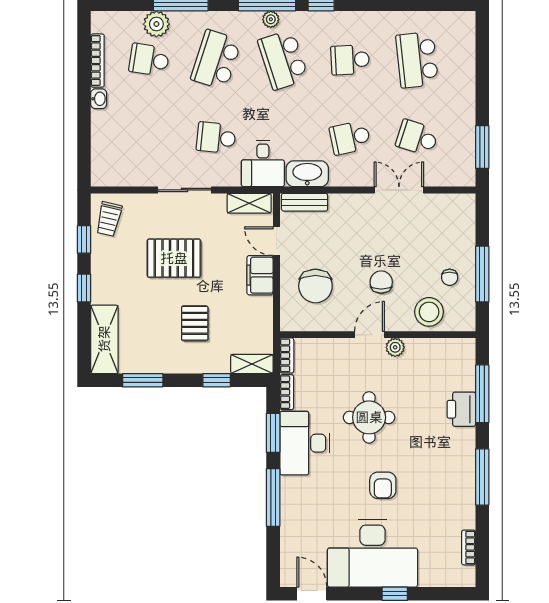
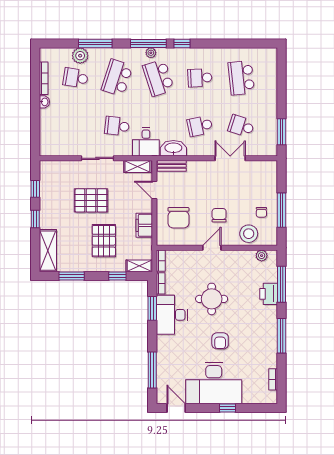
trolley: (109, 219) -> (51, 176), removed
filing cabinet: (260, 275) -> (144, 225), moved
pallet: (195, 323) -> (104, 241), width x1.50, depth x1.42
plant: (395, 347) -> (262, 256), moved
window: (273, 498) -> (152, 370), moved

